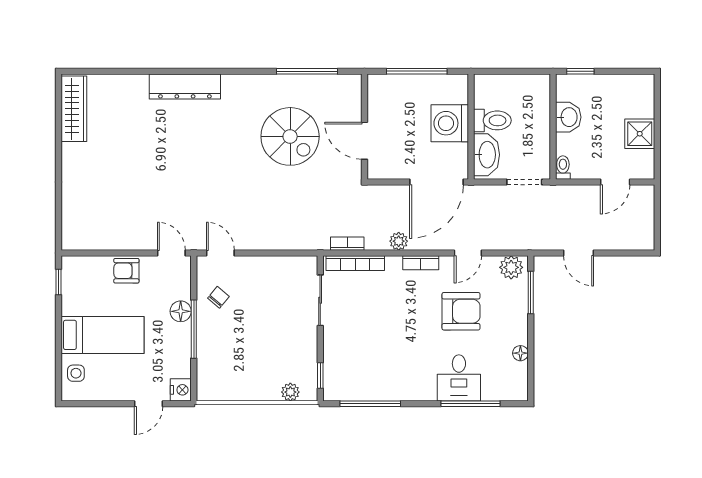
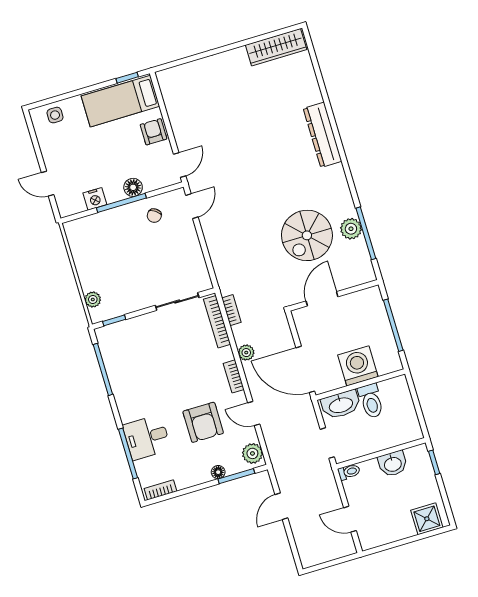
plant: (297, 86) -> (351, 229), added
shower: (640, 134) -> (427, 519), moved
chair: (218, 297) -> (154, 216), turned 85
bed: (103, 335) -> (120, 101), moved, turned 90
floor lamp: (520, 353) -> (218, 472), moved
bookcase: (521, 380) -> (160, 490), added
nightstand: (181, 390) -> (95, 199), moved

